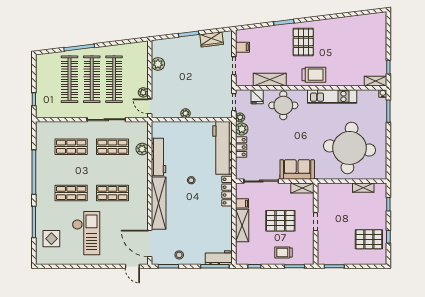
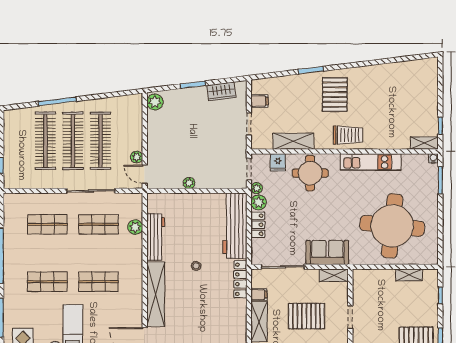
plant: (158, 64) -> (155, 102), moved

